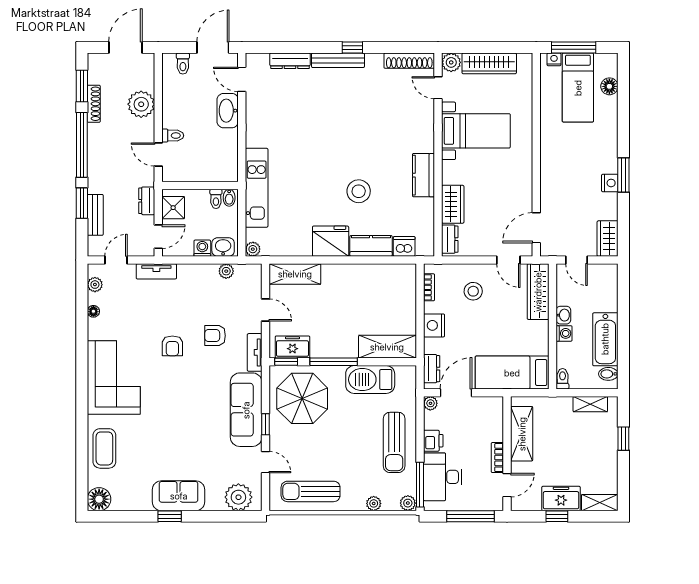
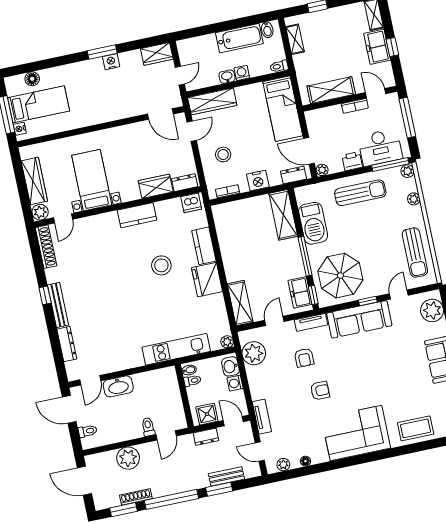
dishwasher: (404, 246) -> (191, 203), moved, turned -90
plant: (226, 271) -> (254, 353), width x1.88, depth x1.88

